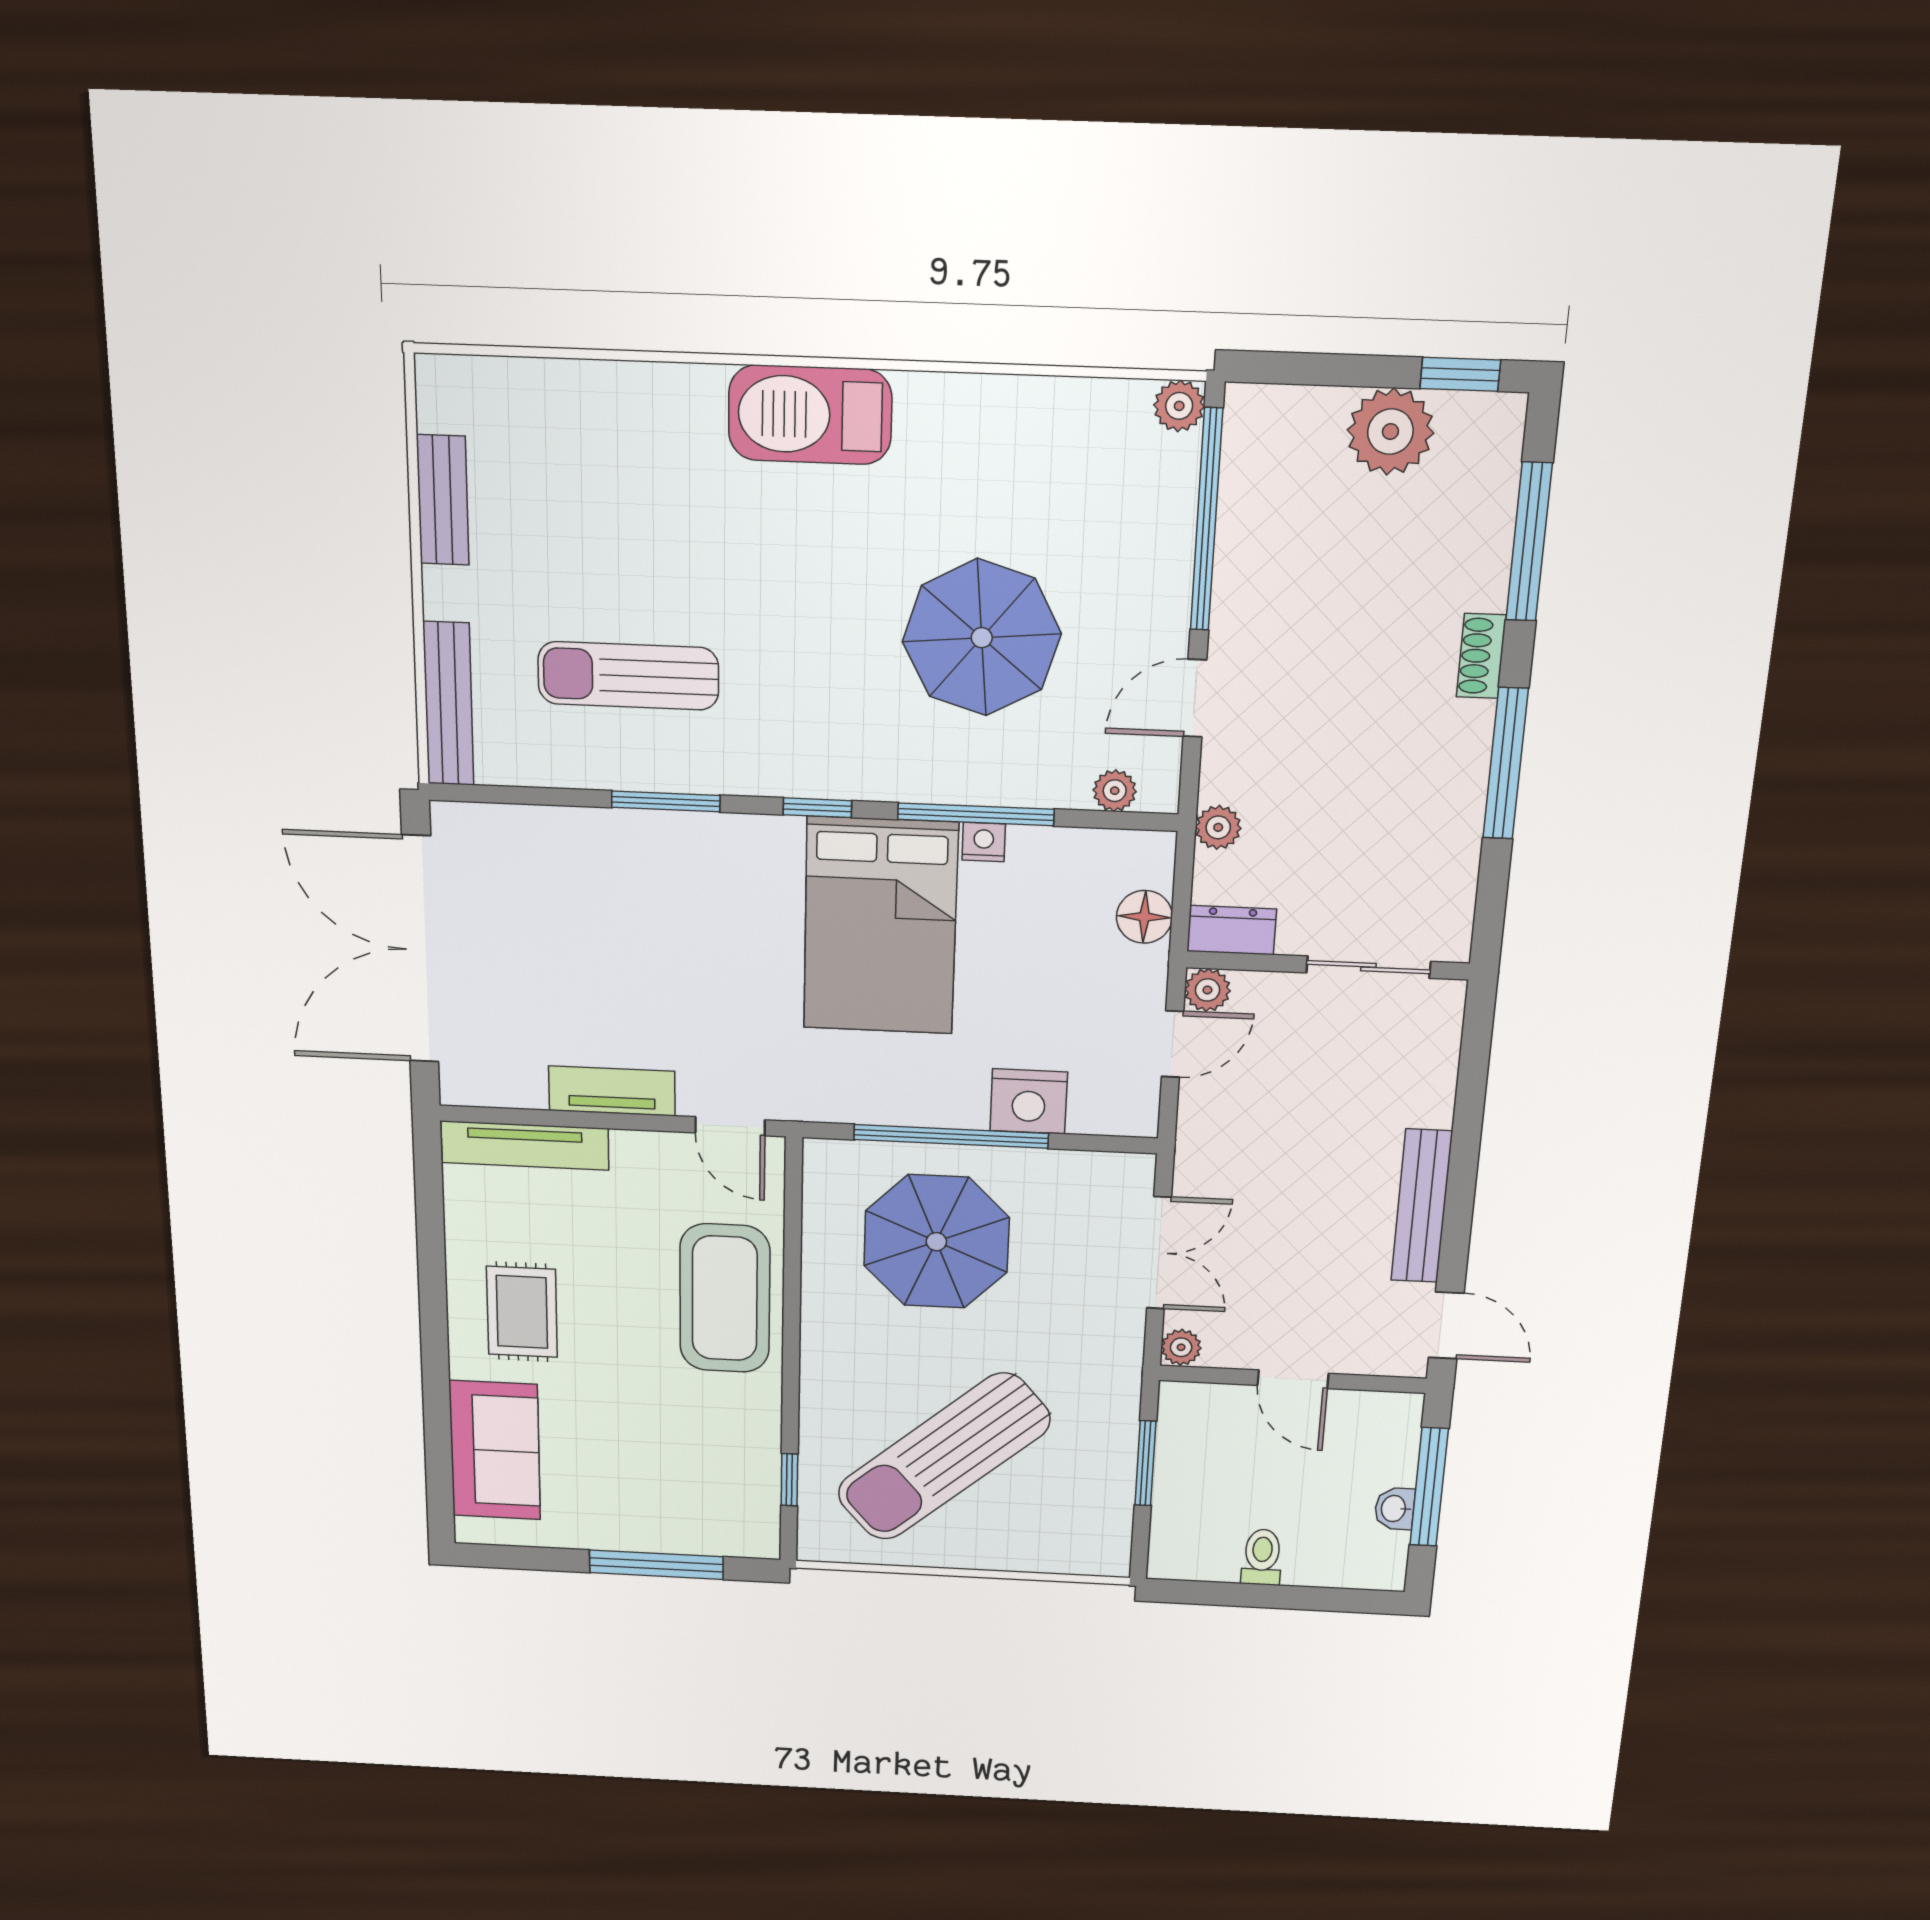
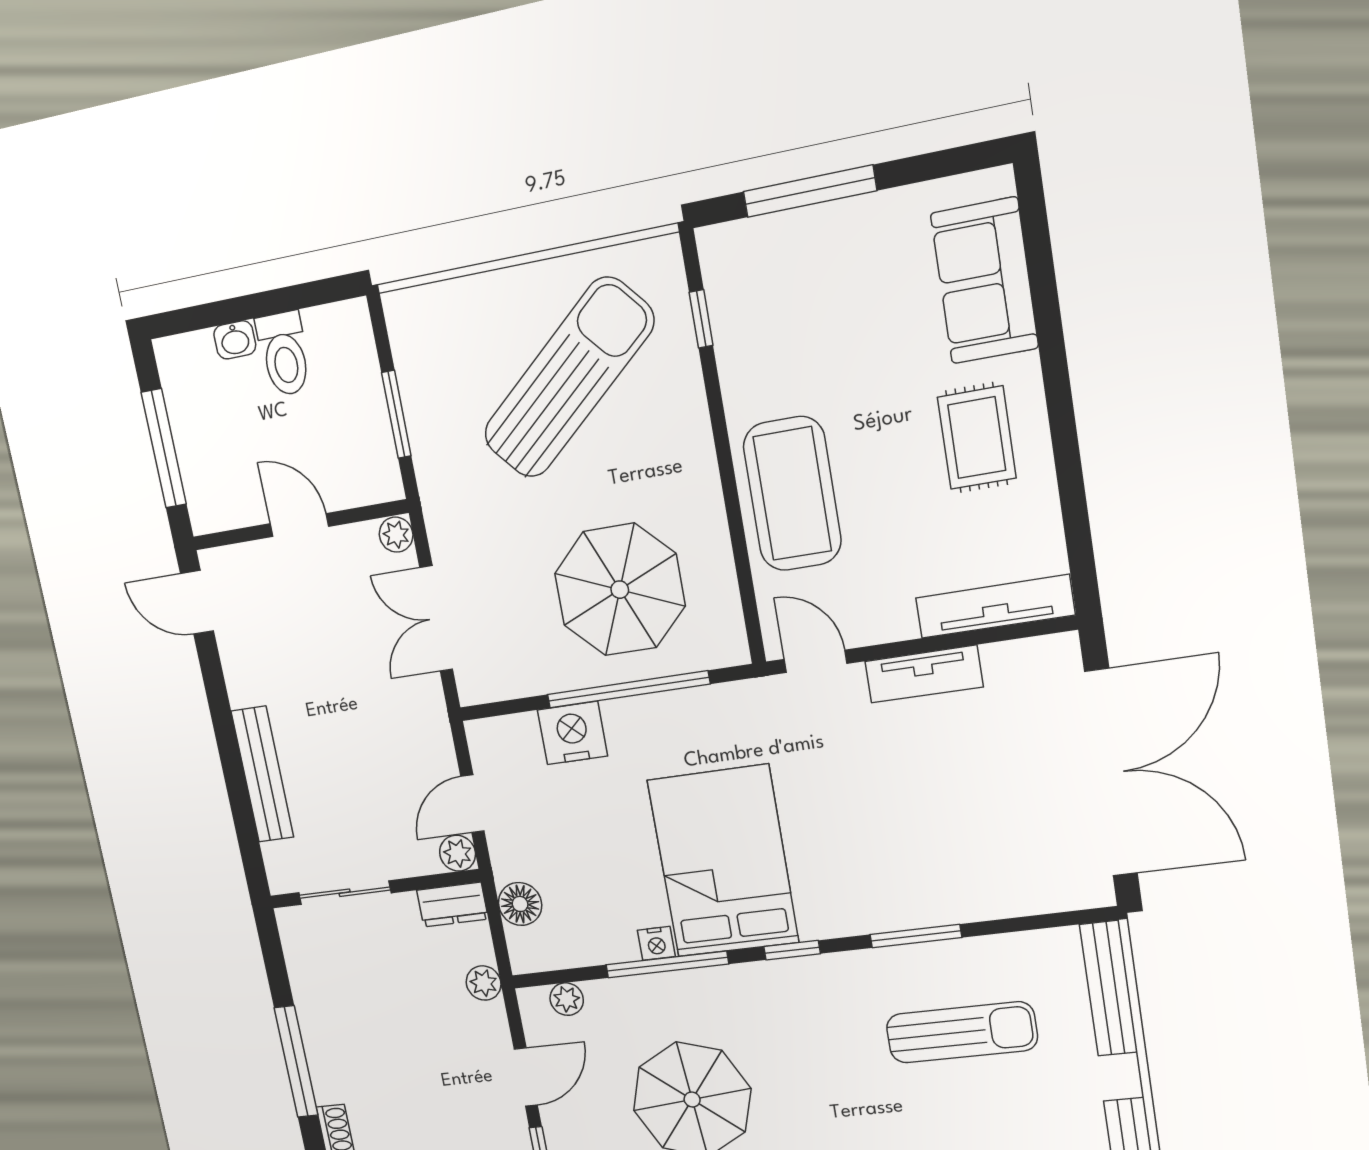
bench: (1422, 1206) -> (262, 774), moved
washbasin: (1394, 1509) -> (235, 340), moved, turned 90
toilet: (1262, 1557) -> (284, 354), width x1.37, depth x1.39

